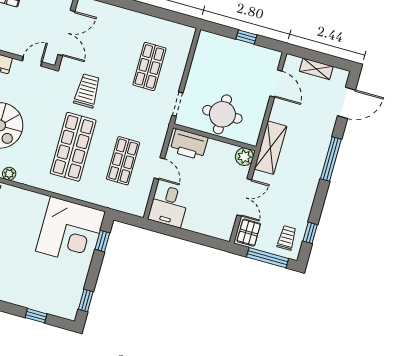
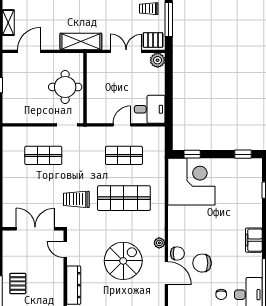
printer: (189, 144) -> (96, 107), removed
plant: (244, 157) -> (158, 60), moved

